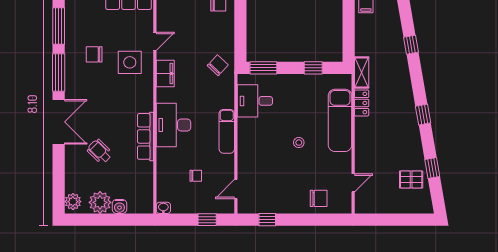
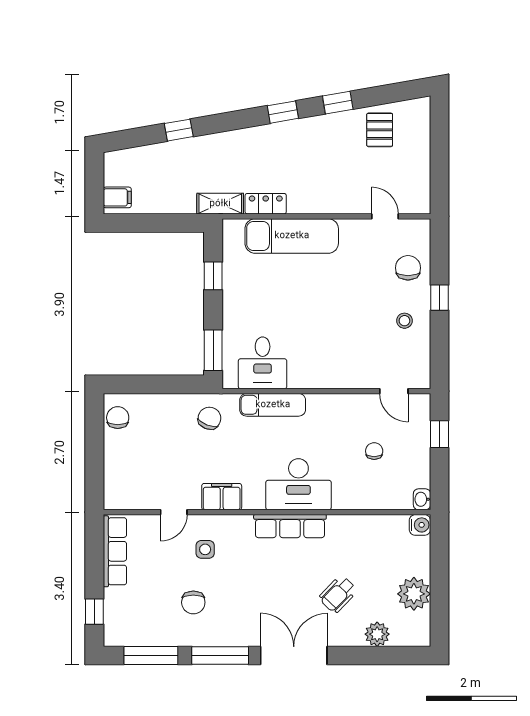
door: (155, 41) -> (174, 512), swing flipped
side table: (130, 62) -> (205, 549), width x0.54, depth x0.54
chair: (218, 65) -> (209, 418), turned 68
exam couch: (227, 131) -> (273, 405), moved
row of seats: (145, 136) -> (290, 526), moved
stool: (299, 143) -> (404, 321), moved
window: (432, 168) -> (338, 103), moved
plant: (73, 202) -> (377, 634), moved
water cooler: (119, 206) -> (420, 525), moved
window: (267, 220) -> (439, 298), moved

